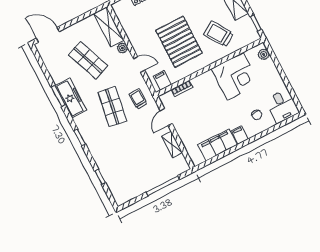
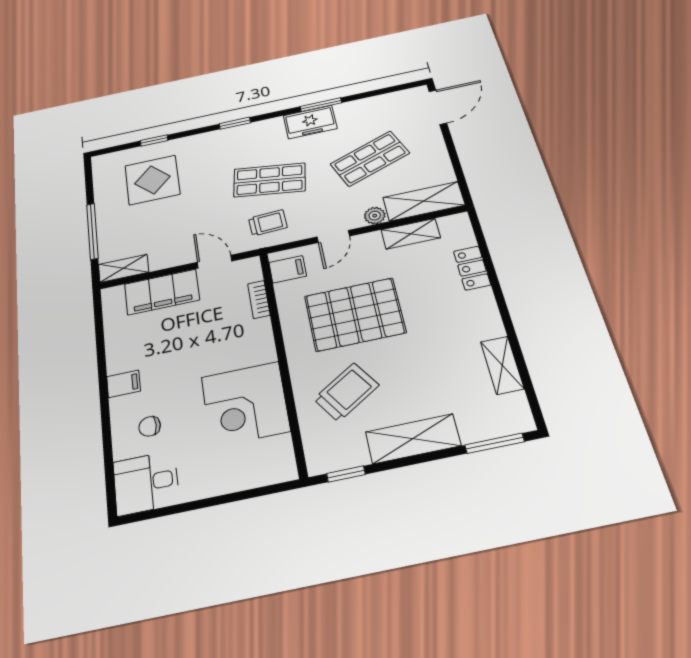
shelving: (129, 28) -> (411, 234), added
plant: (264, 54) -> (271, 473), removed
freezer: (71, 98) -> (310, 122), width x0.71
shelving: (172, 145) -> (124, 268), moved
filing cabinet: (217, 145) -> (162, 292), moved, turned 90
display table: (125, 167) -> (152, 180), added

